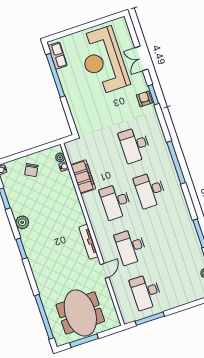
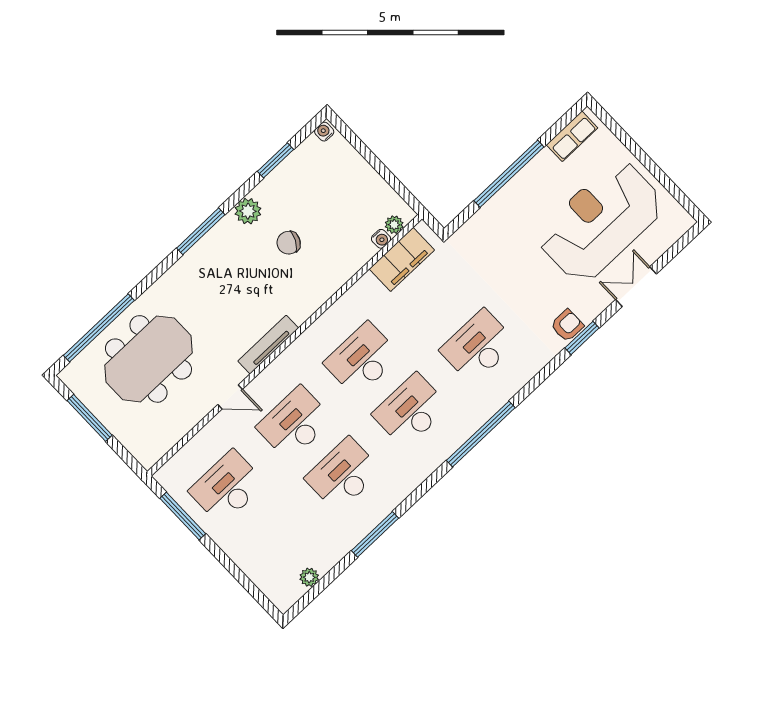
window: (55, 75) -> (509, 174), moved
chair: (31, 170) -> (289, 243), moved
filing cabinet: (83, 177) -> (402, 259), moved
desk: (165, 235) -> (343, 475), added
window: (21, 249) -> (201, 231), width x1.44
meeting table: (80, 313) -> (148, 359), moved

